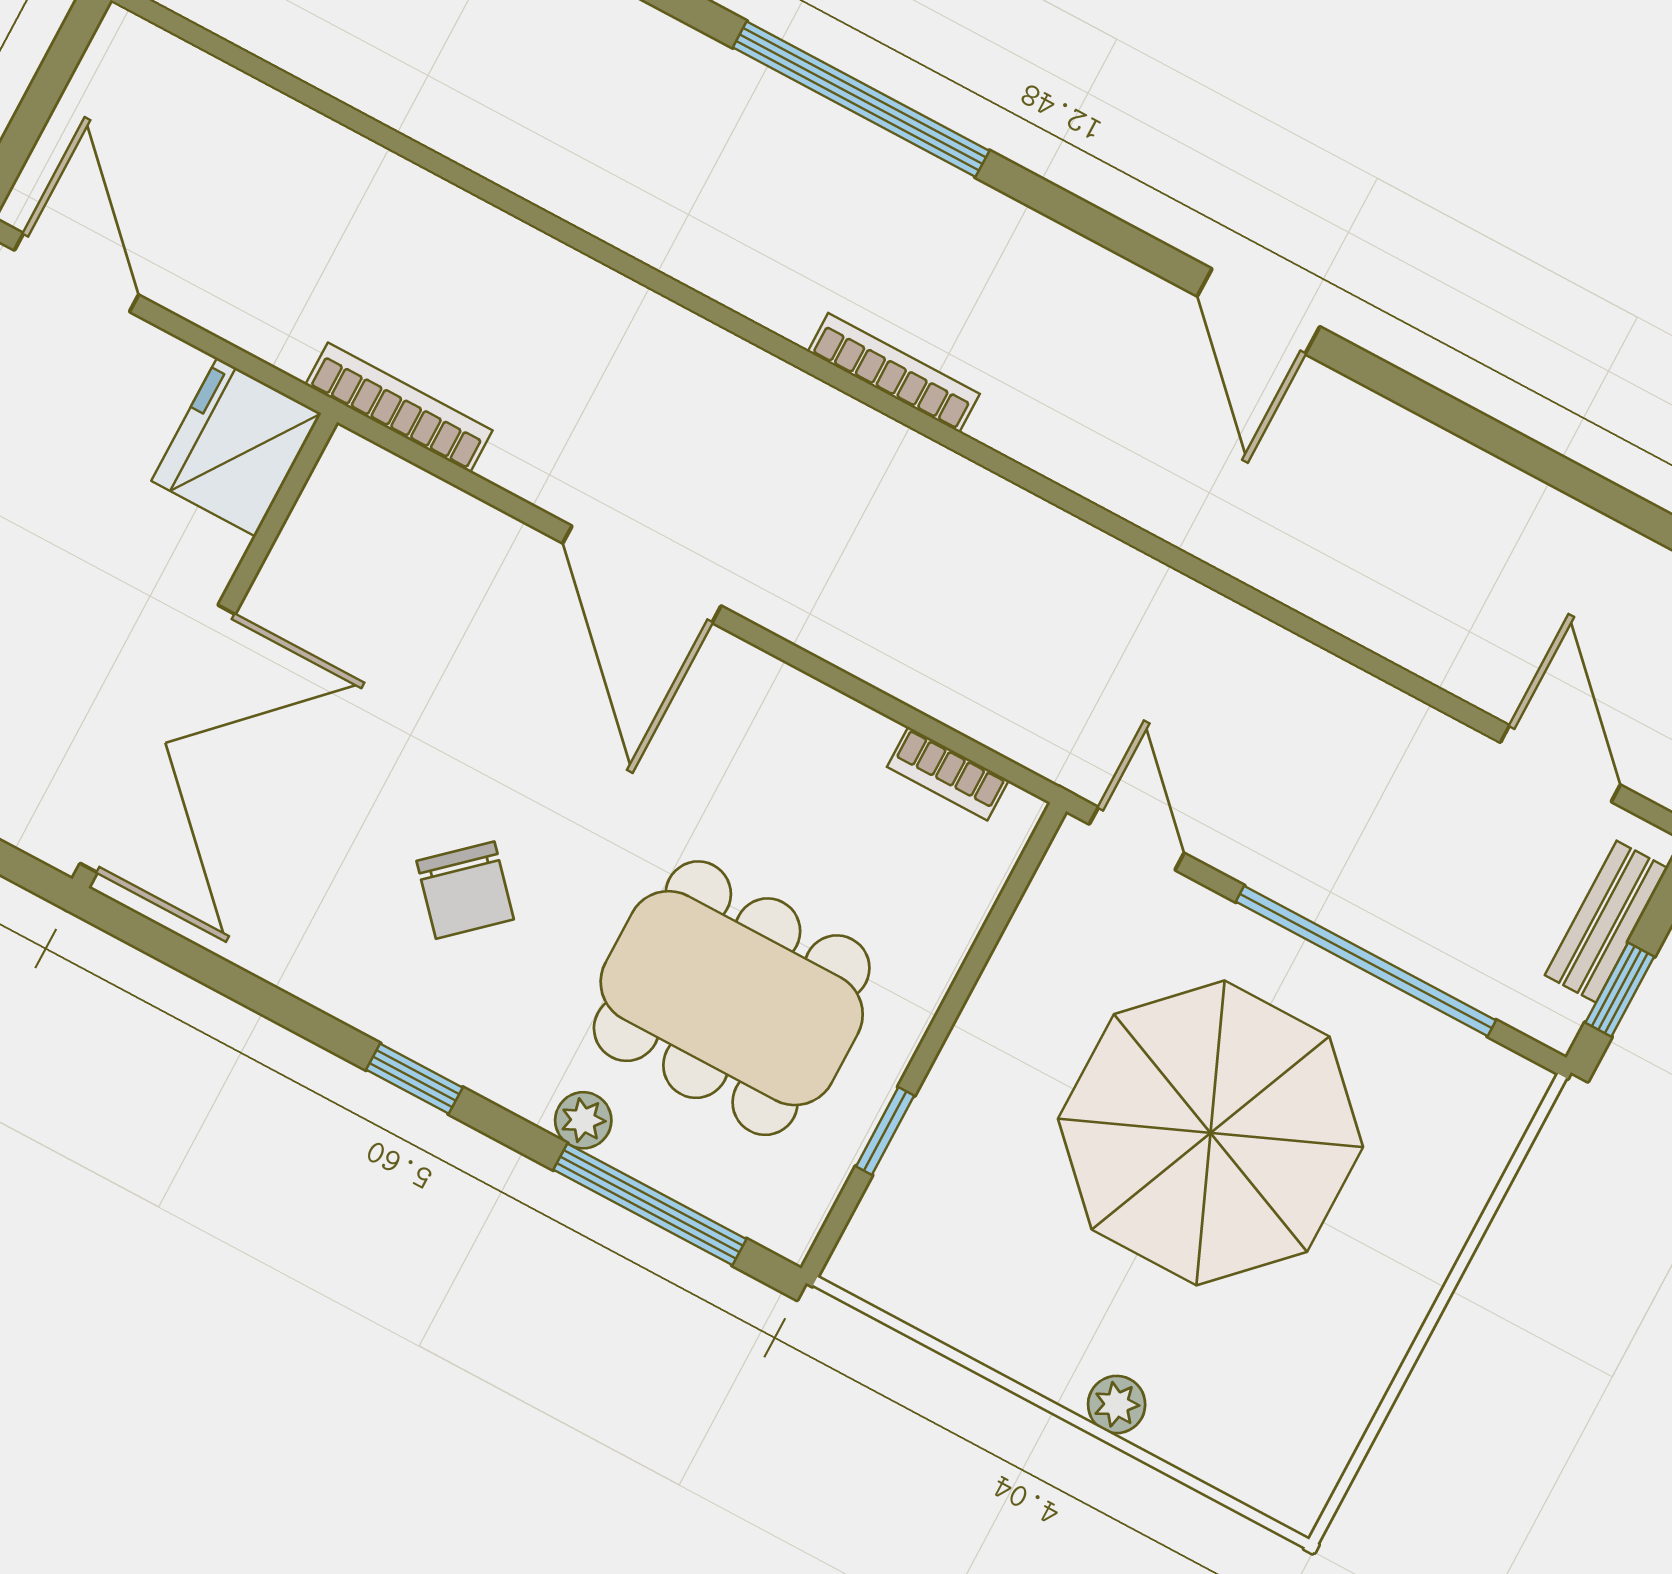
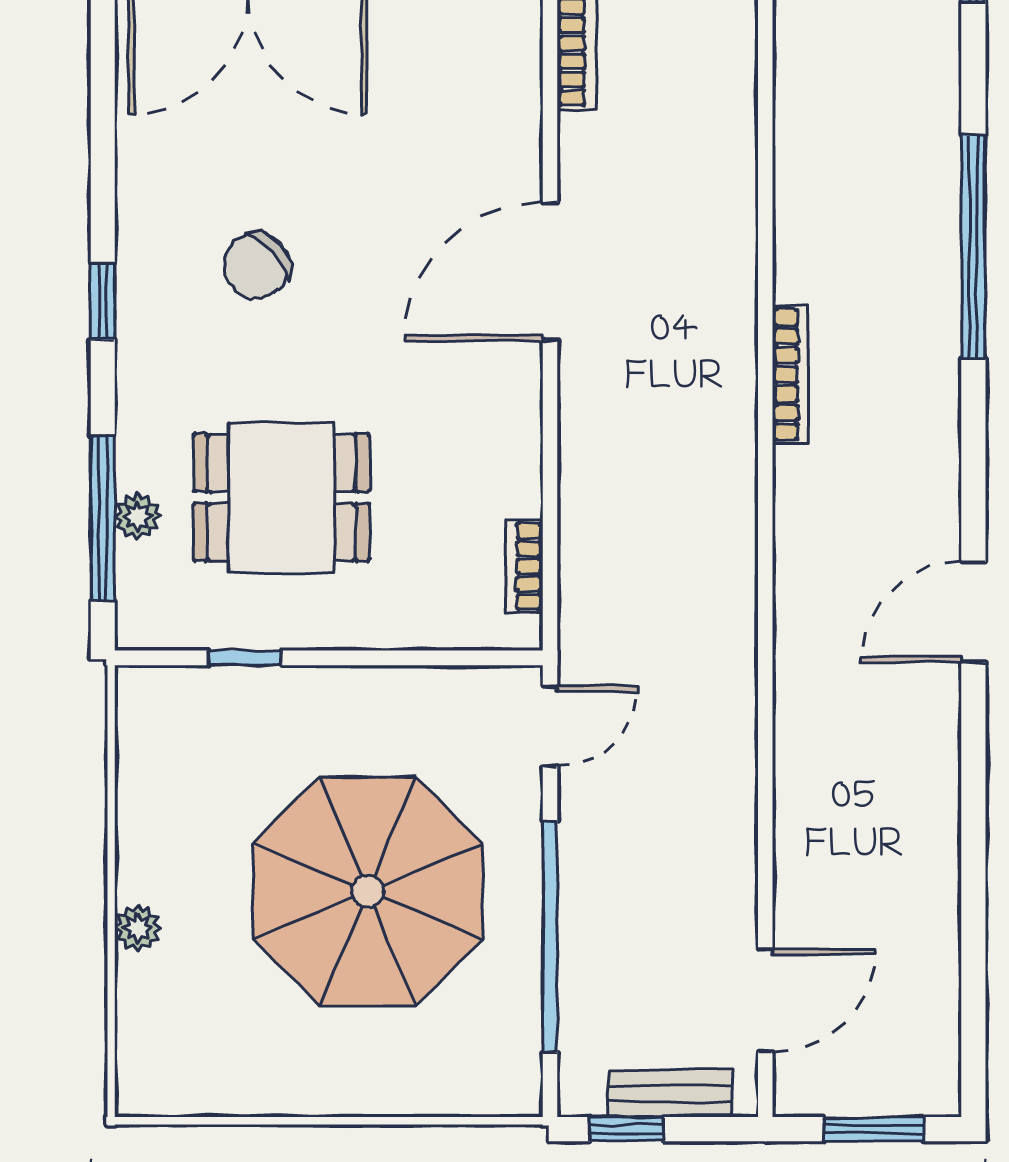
dining table: (732, 998) -> (281, 498), width x0.73
plant: (583, 1120) -> (137, 516), moved

